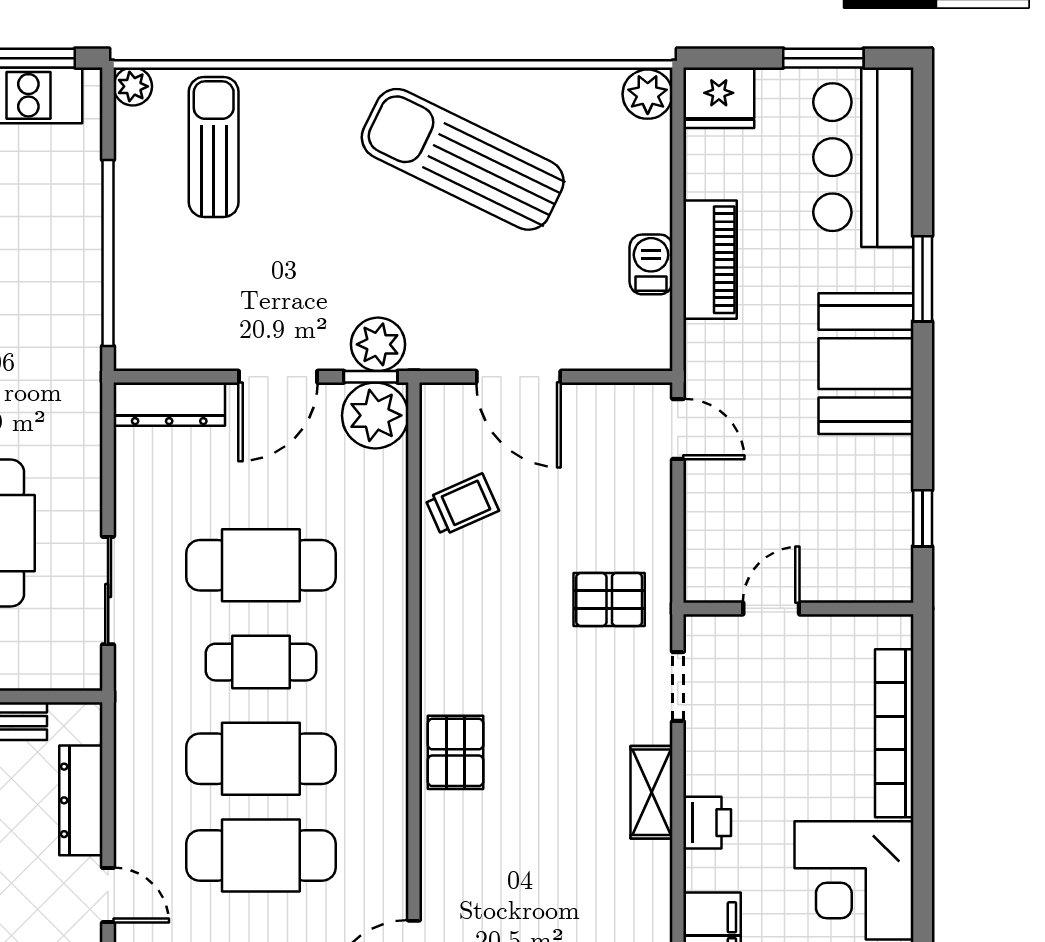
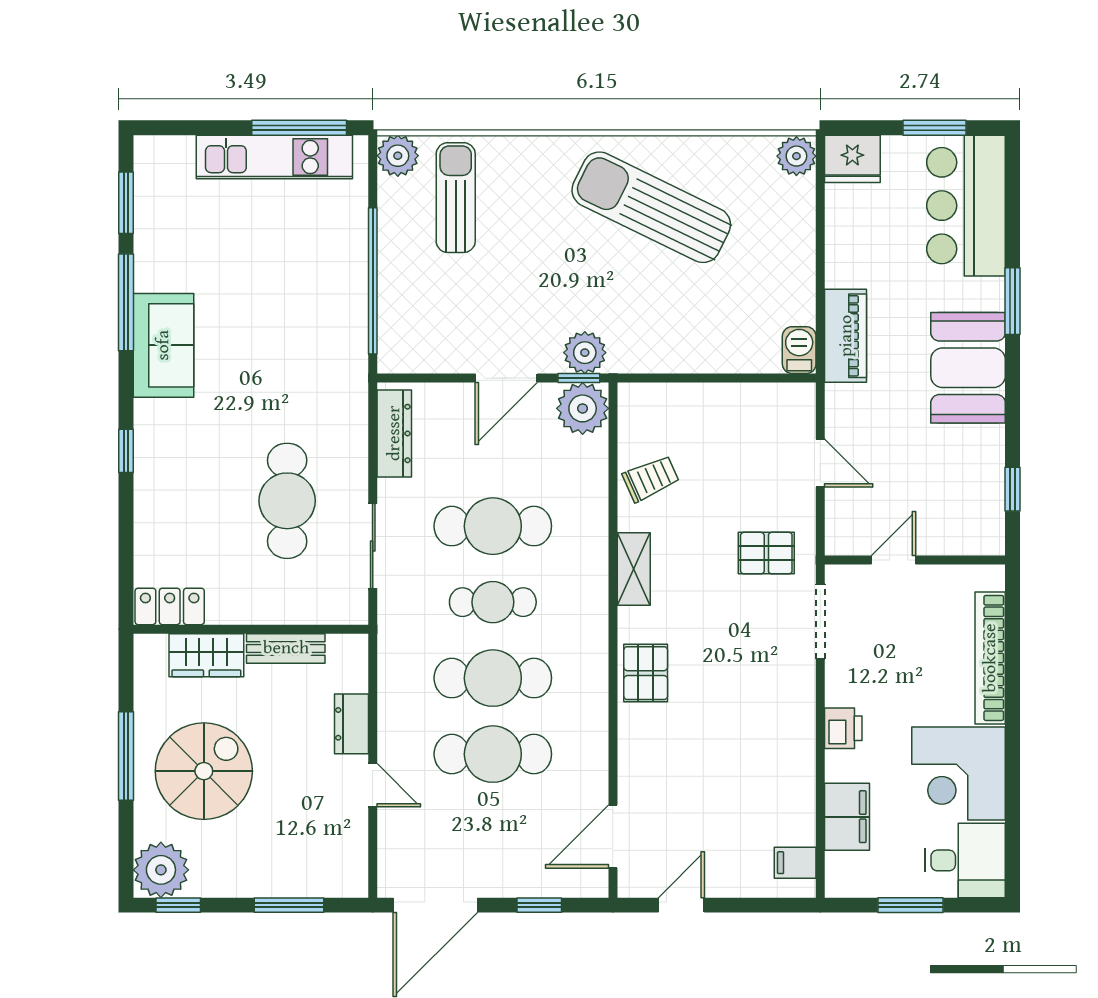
plant: (133, 86) -> (398, 156), width x1.38, depth x1.38
piano: (710, 260) -> (846, 336), moved
barbecue: (651, 264) -> (799, 350), moved
door: (518, 377) -> (695, 378), removed
dresser: (169, 404) -> (394, 433), moved, turned -90
door: (678, 429) -> (820, 463), moved
doorway: (678, 686) -> (820, 621), width x1.38
shelving: (652, 792) -> (634, 569), moved
dresser: (81, 800) -> (351, 724), width x0.70

